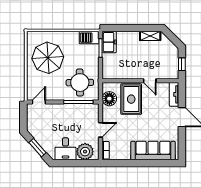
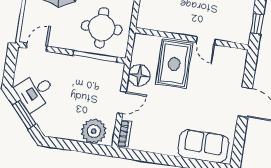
tv unit: (174, 94) -> (239, 67), removed
floor lamp: (109, 99) -> (139, 75), moved
desk: (65, 149) -> (35, 92), moved, turned 48
sofa: (153, 150) -> (203, 146), width x0.73

